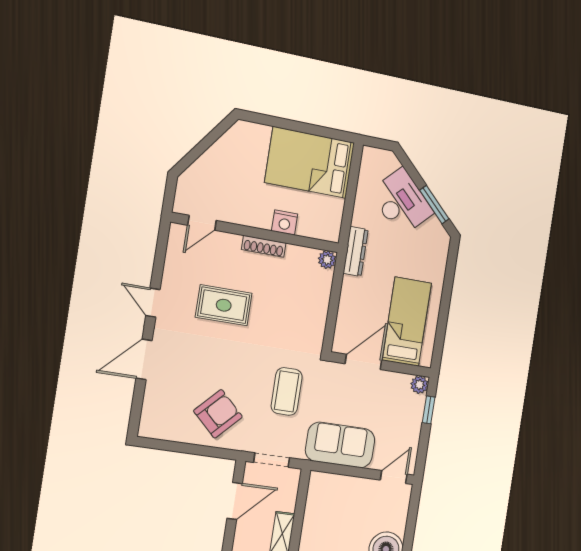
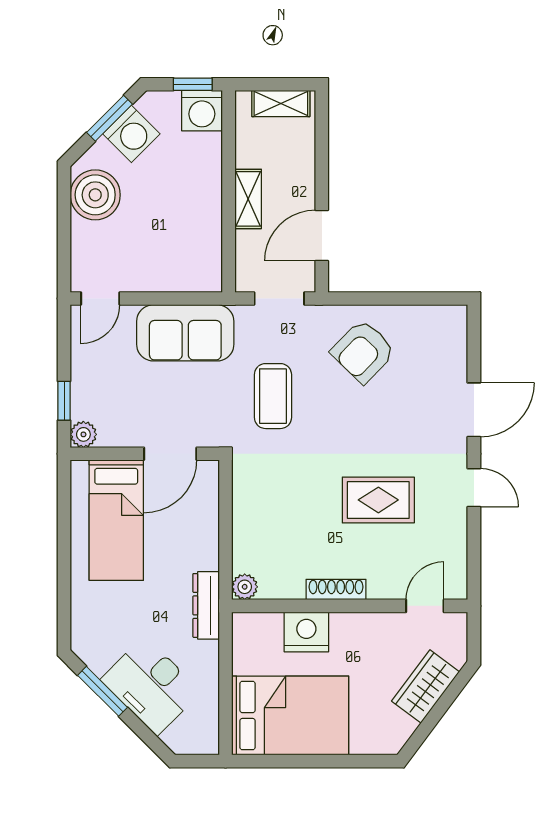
wardrobe: (211, 164) -> (426, 686), added
nightstand: (285, 222) -> (306, 632), width x1.36, depth x1.33

